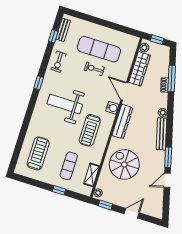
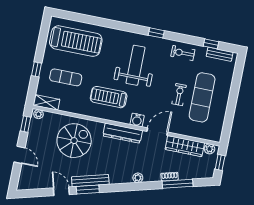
bench: (162, 134) -> (90, 181), moved
treadmill: (38, 153) -> (76, 41), width x1.37, depth x1.38
shelving: (92, 175) -> (46, 102), moved

